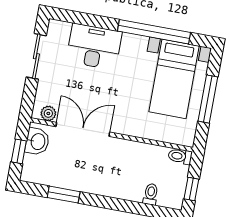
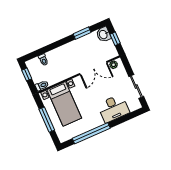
bed with nightstands: (174, 79) -> (64, 104), moved, turned 180
washbasin: (37, 141) -> (104, 34), moved

